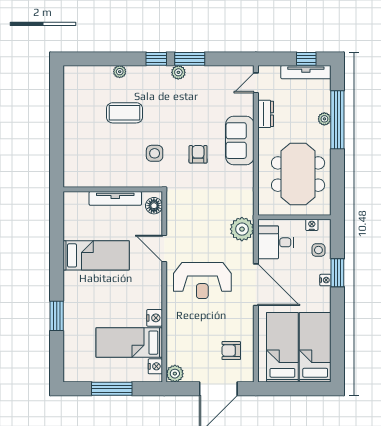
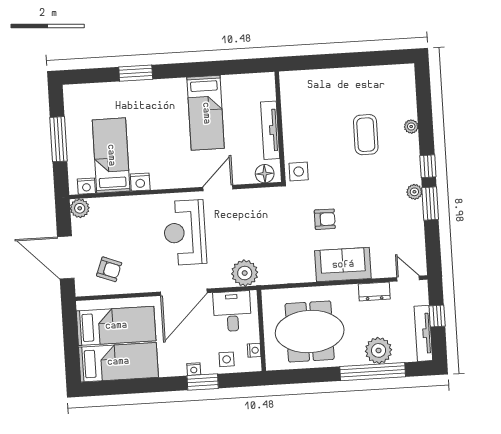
window: (306, 59) -> (437, 316), moved
plant: (324, 119) -> (379, 350), width x1.88, depth x1.88
side table: (155, 153) -> (299, 171), moved
armchair: (231, 351) -> (109, 269), turned 111

